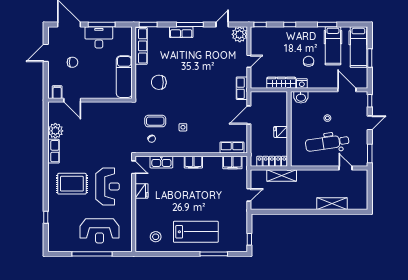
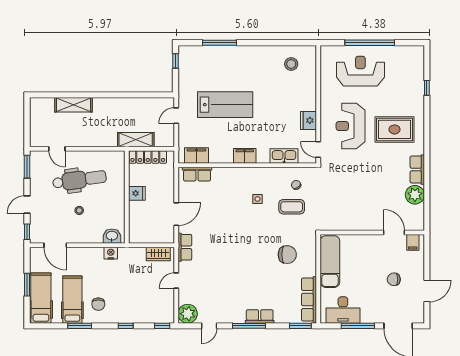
desk: (99, 37) -> (343, 310), moved
chair: (309, 61) -> (98, 304), moved
wardrobe: (281, 83) -> (158, 254), moved, width x0.67
lab bench: (196, 232) -> (225, 105), moved, turned 180

